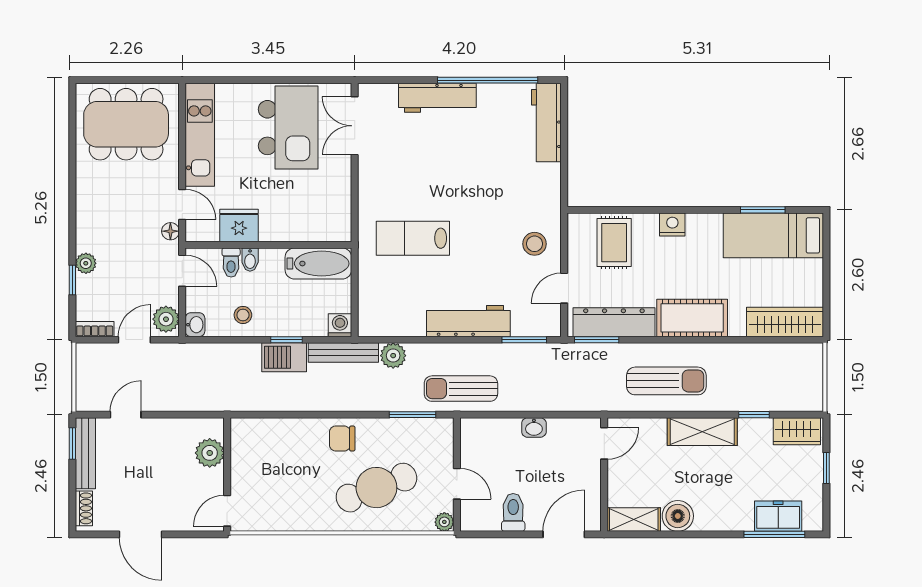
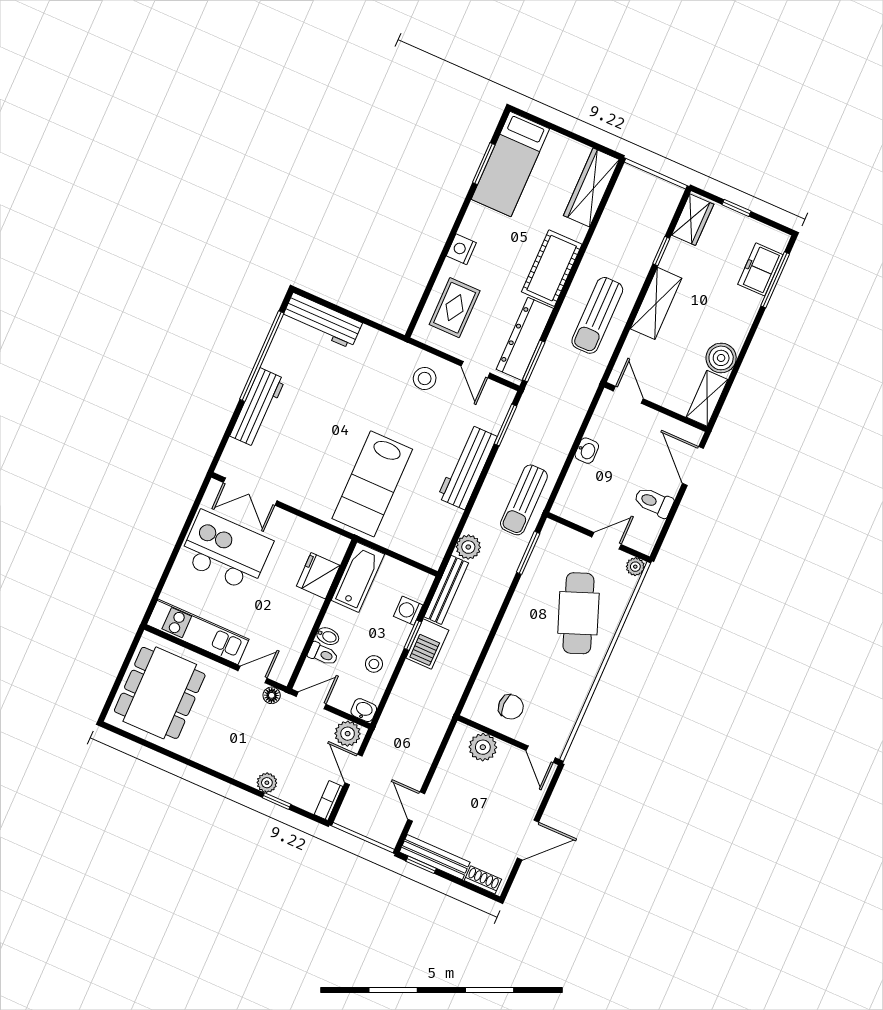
fridge: (239, 225) -> (318, 576), moved
lab bench: (413, 238) -> (372, 484), width x1.36, depth x1.39
rug: (614, 243) -> (455, 308), turned 90
washing machine: (340, 325) -> (408, 611), moved
sun lounger: (666, 381) -> (597, 315), turned 180
chair: (342, 439) -> (511, 707), moved, turned -90

